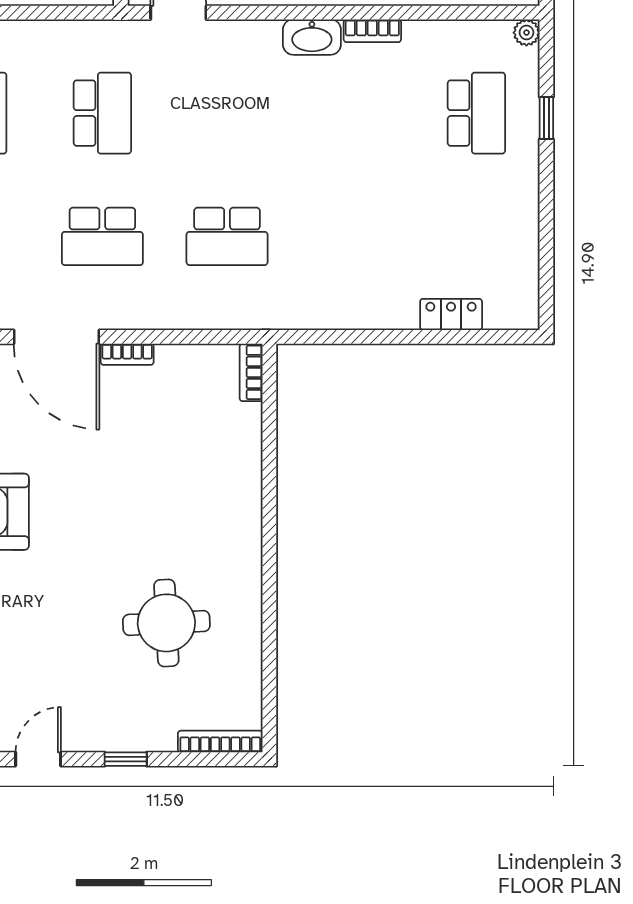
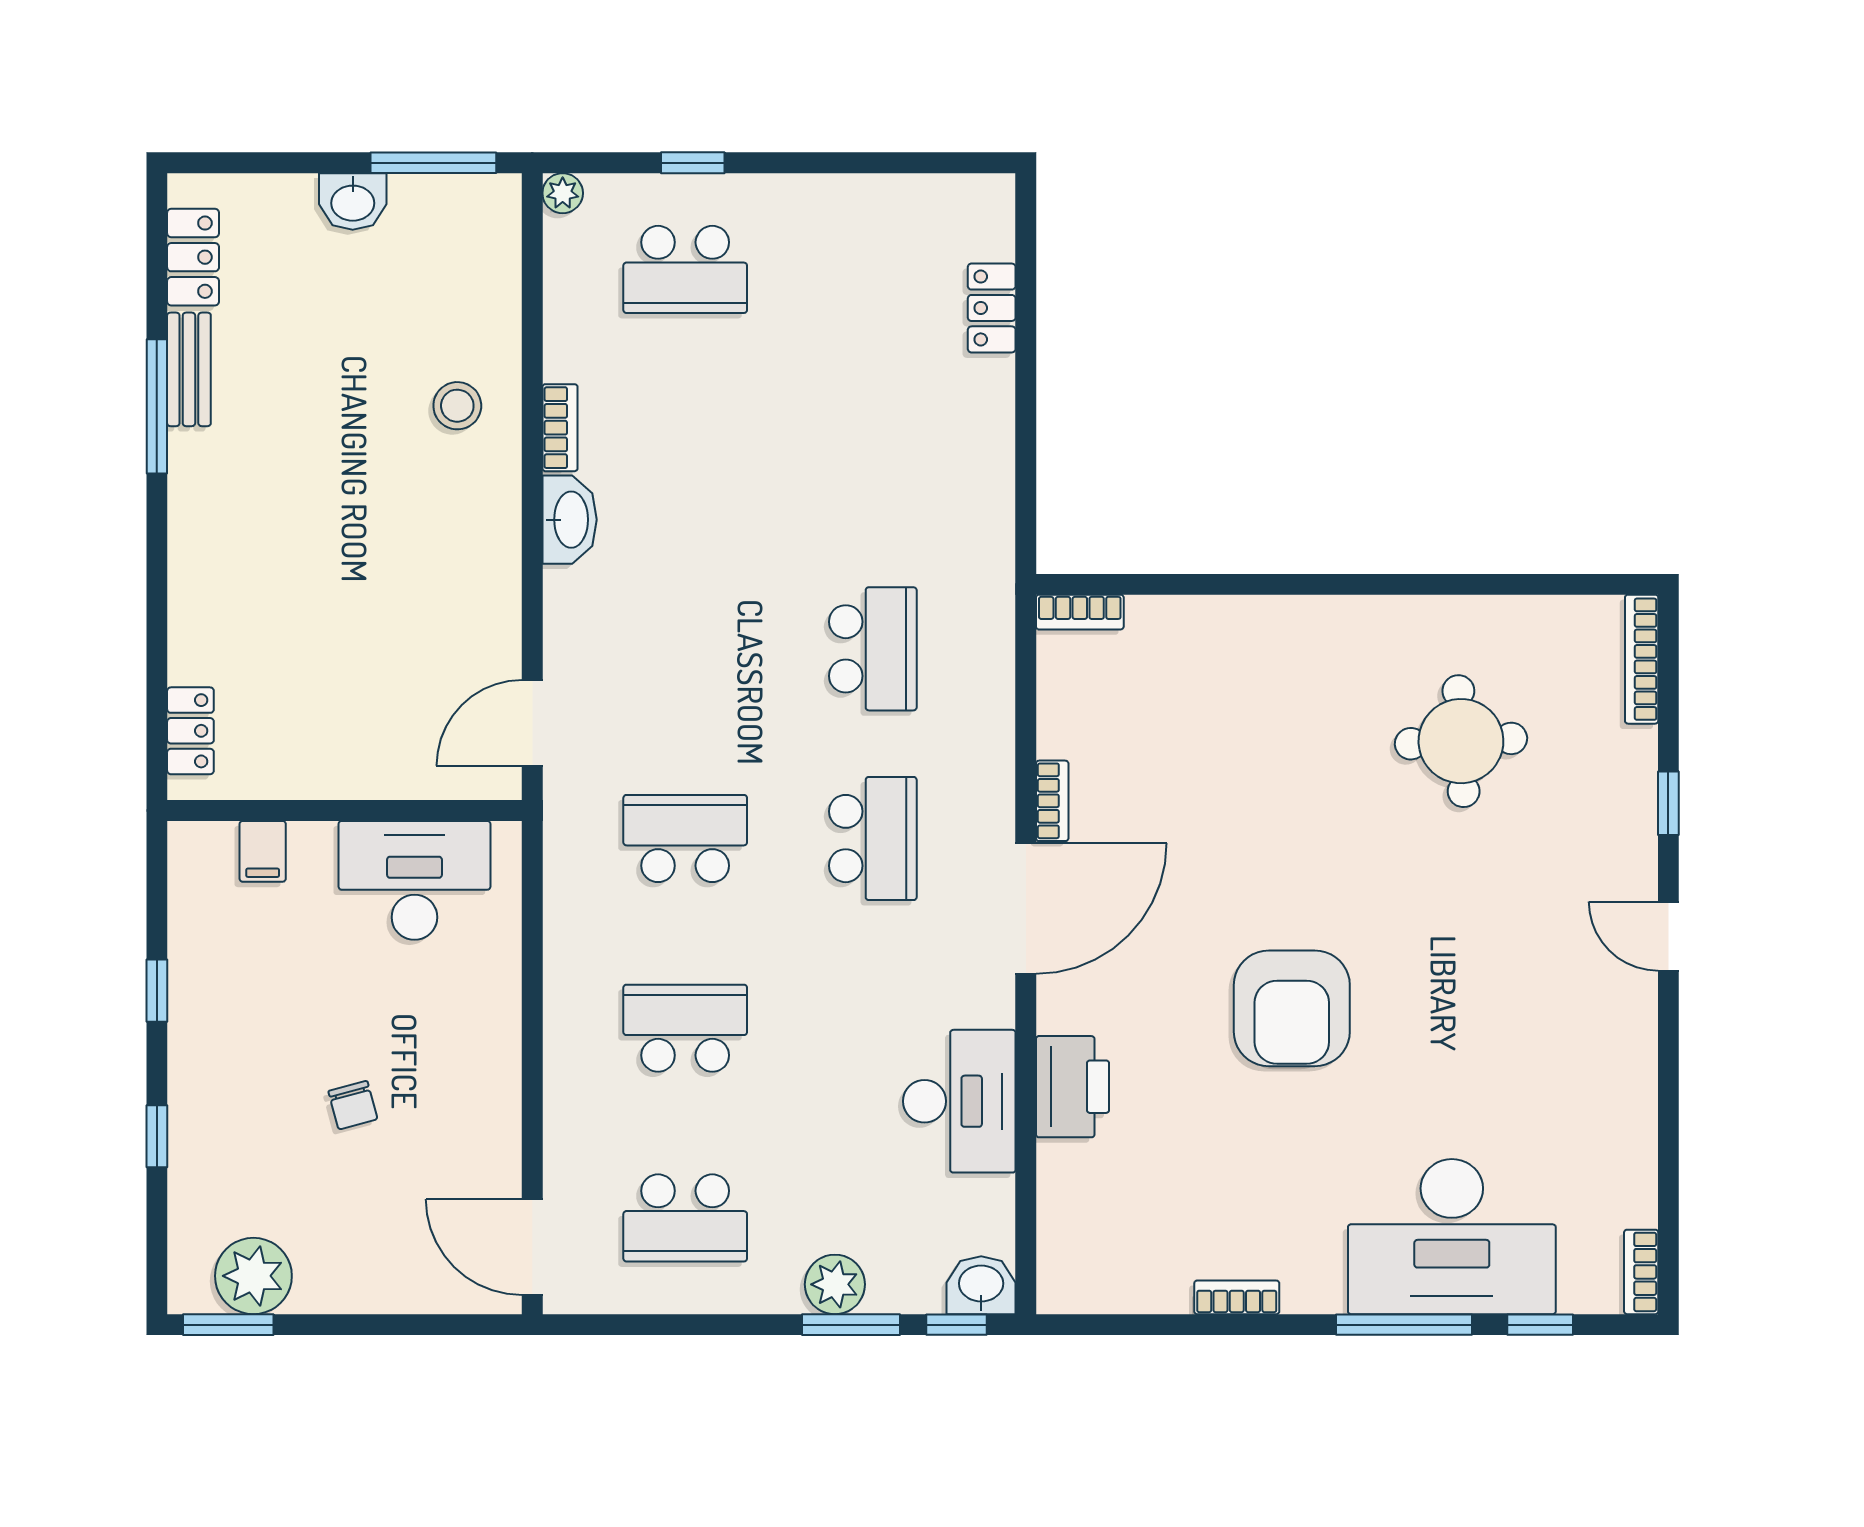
school desk: (476, 113) -> (685, 269), turned 180

